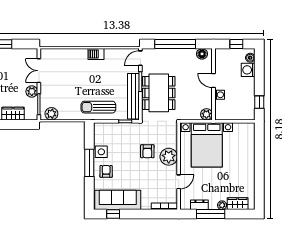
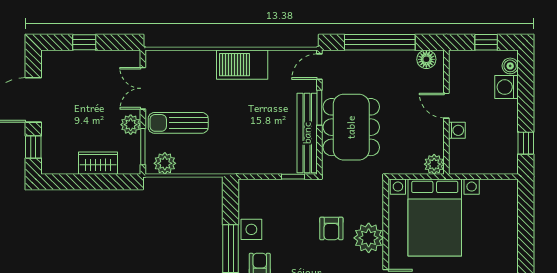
barbecue: (96, 54) -> (242, 65), width x1.88, depth x1.53
sun lounger: (98, 107) -> (178, 123), moved

